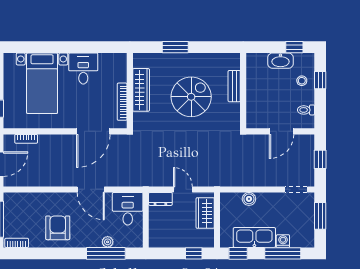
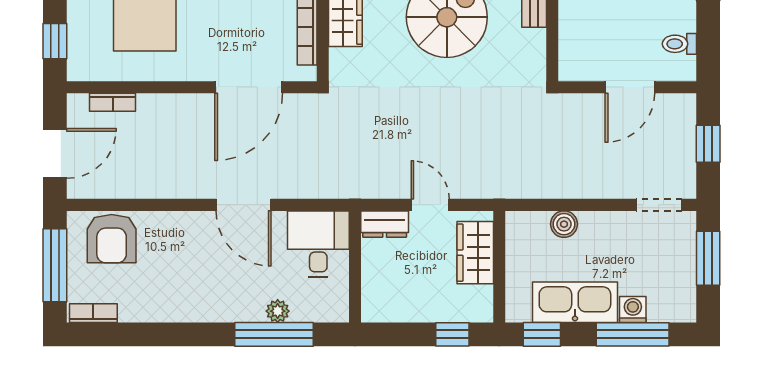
armchair: (58, 228) -> (112, 239), moved, turned 180

